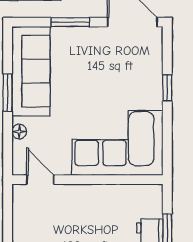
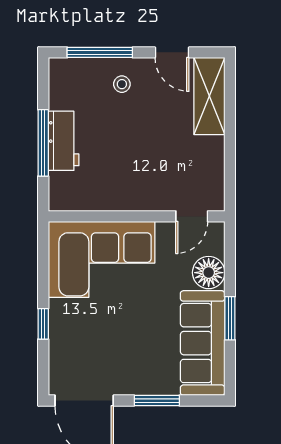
floor lamp: (19, 132) -> (209, 273), width x1.89, depth x1.89
door: (40, 180) -> (192, 216), hinge flipped

